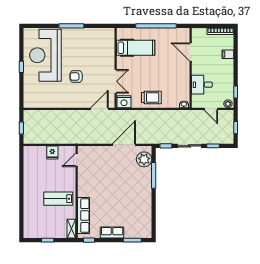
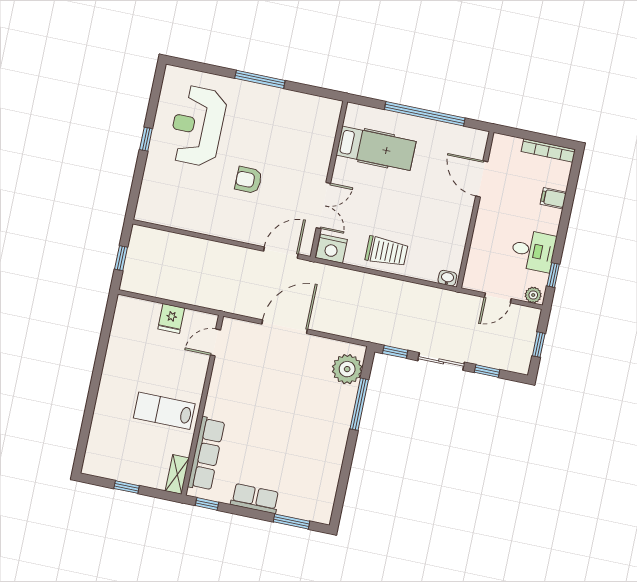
reception desk: (45, 55) -> (197, 126), width x0.74, depth x0.77
desk: (202, 85) -> (533, 251), moved, turned 180
door: (211, 109) -> (498, 298), hinge flipped
door: (124, 145) -> (285, 327), moved

